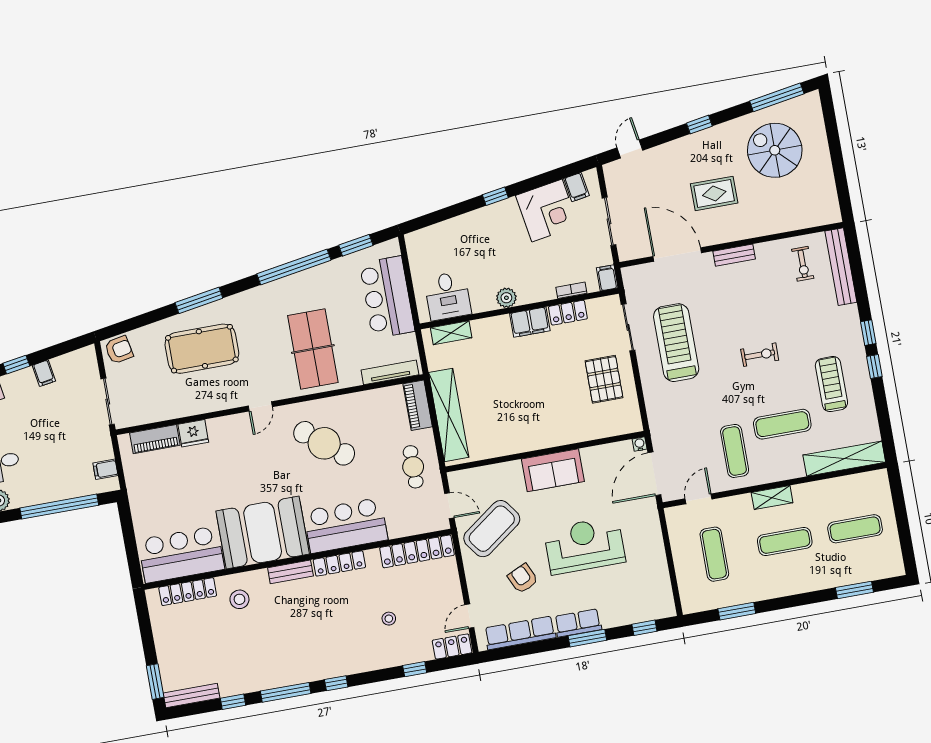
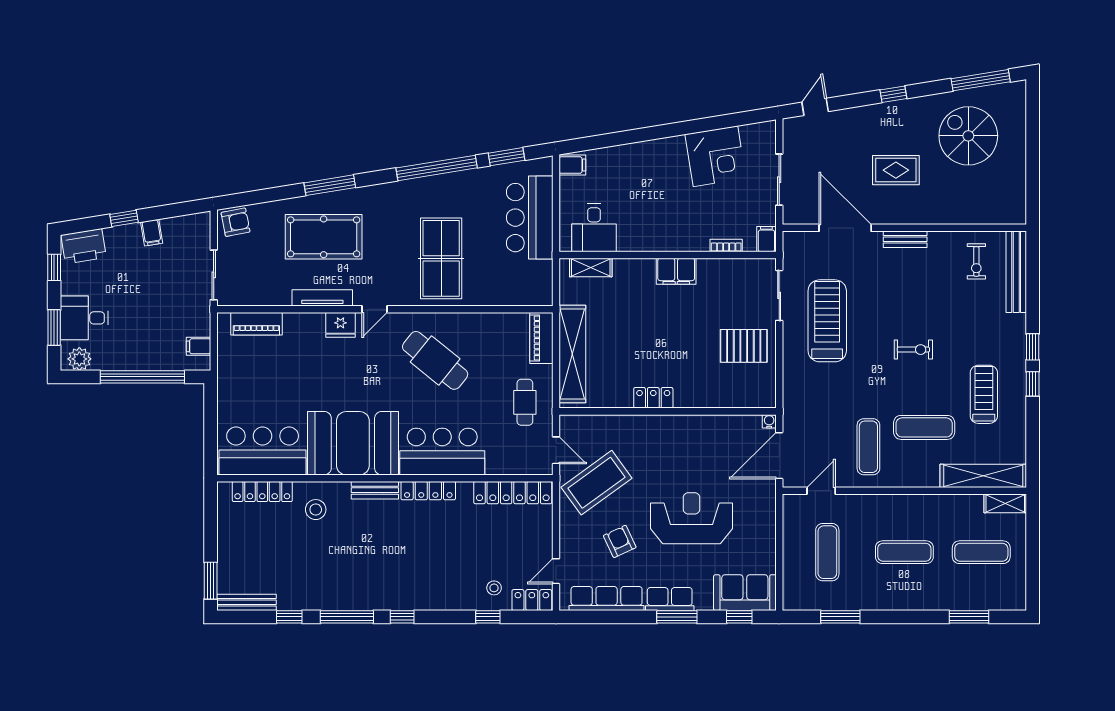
filing cabinet: (576, 187) -> (572, 165), moved, turned -81
window: (495, 196) -> (664, 131), removed
plant: (506, 298) -> (656, 241), removed
locker: (568, 313) -> (653, 398), moved, turned 180
tv unit: (390, 372) -> (322, 298), moved
pallet: (604, 379) -> (744, 346), turned 90
fridge: (193, 433) -> (340, 325), moved
sofa: (553, 470) -> (745, 593), moved, turned 180
shelving: (772, 498) -> (1005, 503), moved
stool: (389, 619) -> (494, 588), moved

